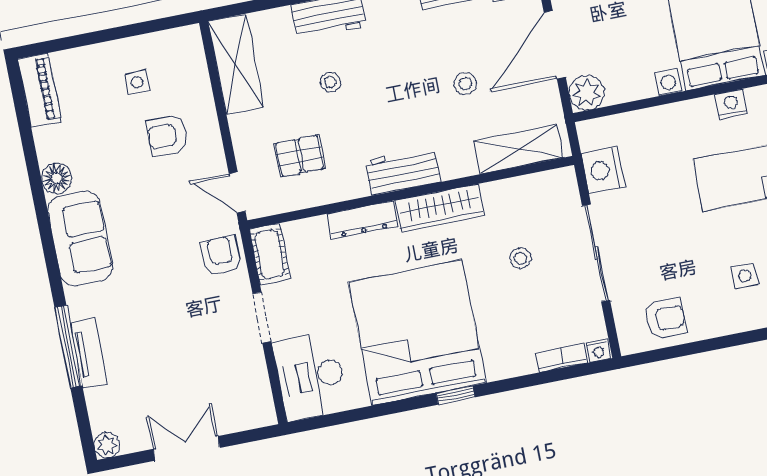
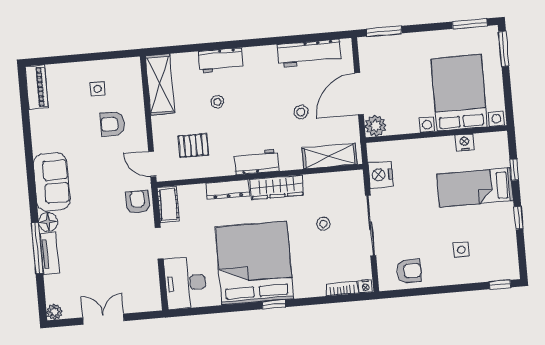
floor lamp: (57, 178) -> (48, 222), moved

